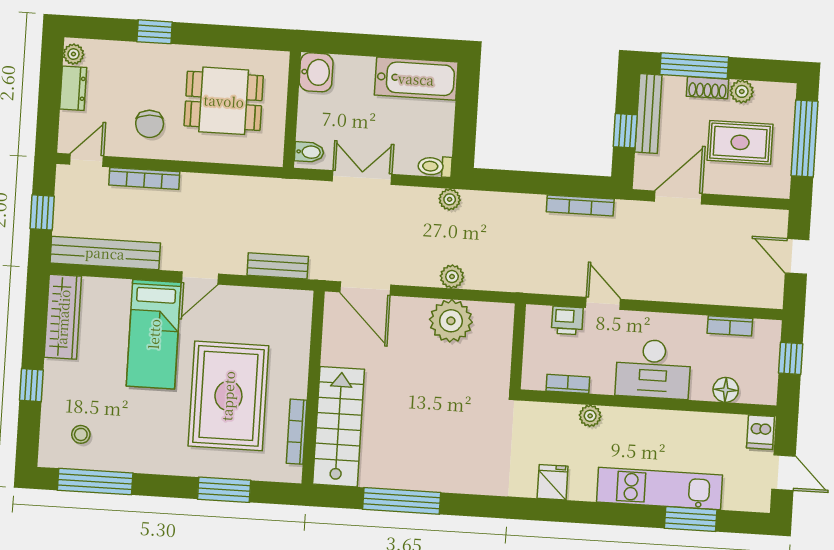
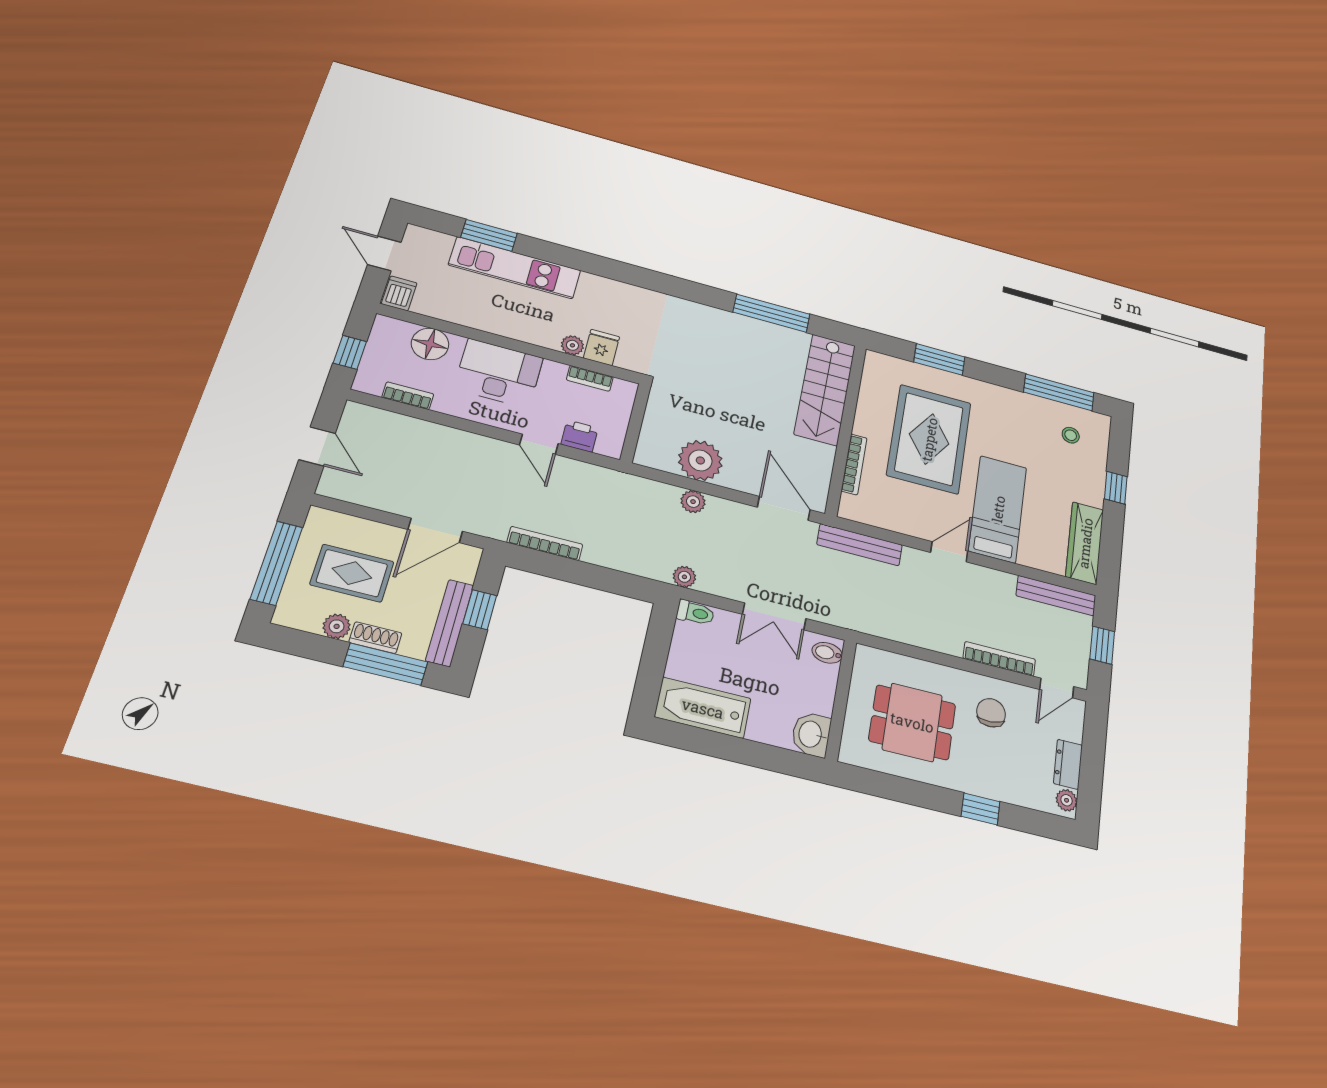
bench: (105, 253) -> (1056, 596), width x0.73, depth x0.82
bench: (278, 266) -> (860, 545), width x1.36
floor lamp: (726, 390) -> (430, 344), width x1.38, depth x1.38
bookcase: (297, 432) -> (854, 464), moved
fridge: (553, 482) -> (601, 347), moved, turned 180

